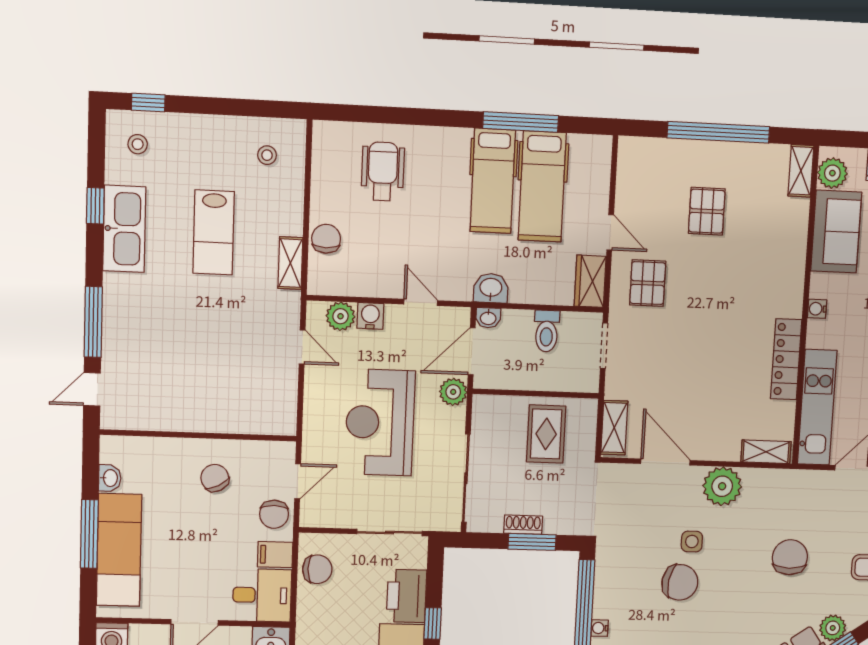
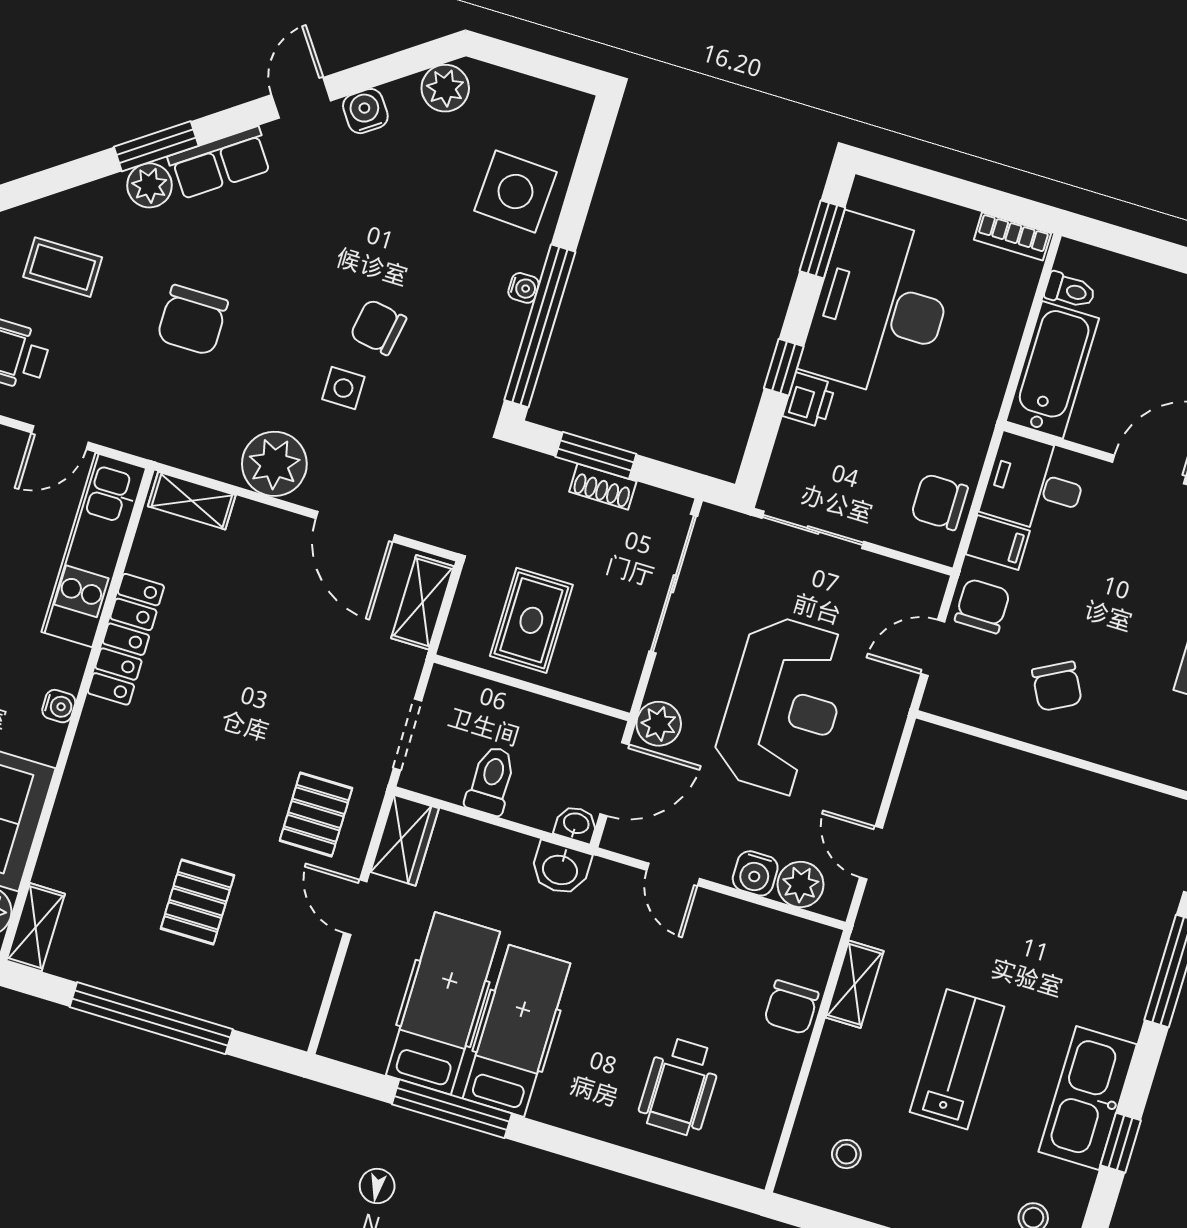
chair: (680, 582) -> (378, 327), width x0.73, depth x0.73
printer: (407, 596) -> (809, 400), width x0.53, depth x0.68

